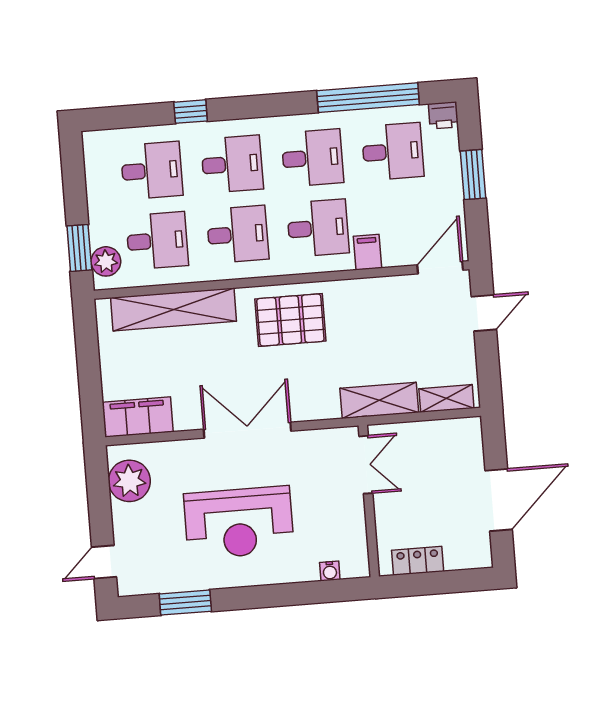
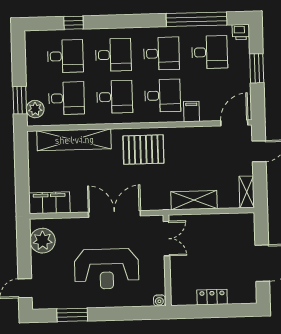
window: (191, 112) -> (74, 23), moved
shelving: (446, 398) -> (247, 192), moved, turned 90
double door: (366, 465) -> (166, 239), moved
wall: (369, 501) -> (167, 260), moved

